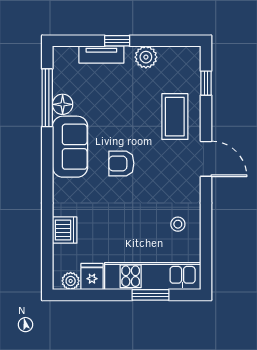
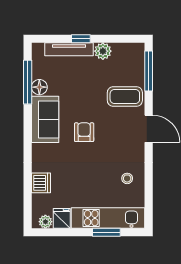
tv unit: (101, 55) -> (69, 49), width x1.41
window: (206, 83) -> (149, 71), width x2.17
coffee table: (175, 117) -> (125, 96), turned 90
armchair: (121, 163) -> (84, 132), turned 90

